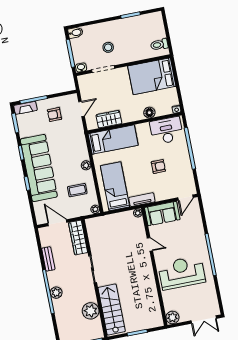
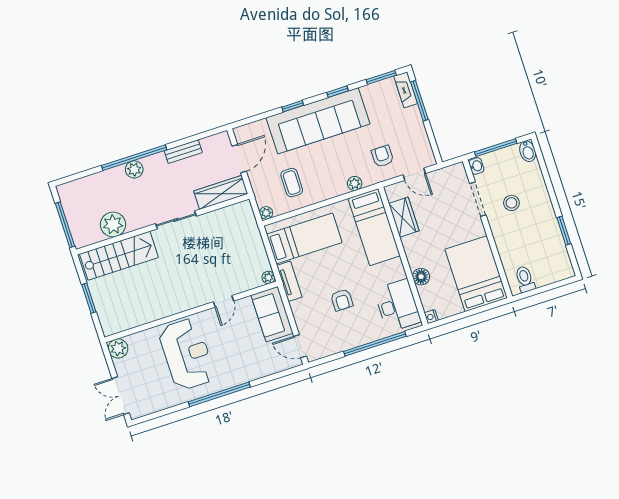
armchair: (54, 115) -> (383, 156), moved
plant: (86, 165) -> (355, 183), moved

